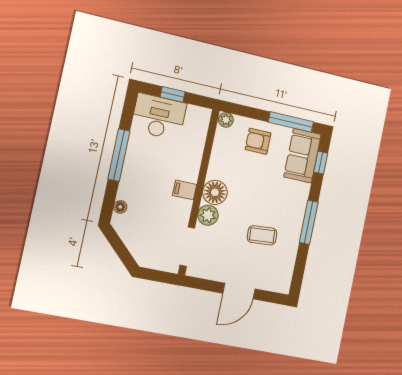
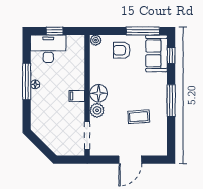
floor lamp: (120, 207) -> (35, 84), moved

